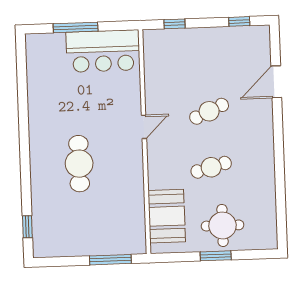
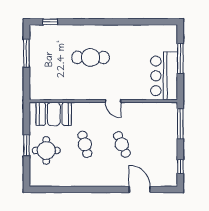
window: (174, 24) -> (180, 124), width x2.17
window: (110, 260) -> (26, 53), moved

